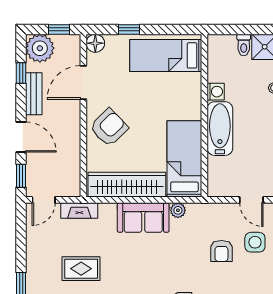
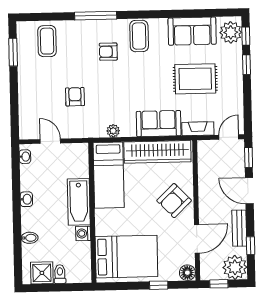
bed: (166, 55) -> (126, 257), width x1.50
sofa: (143, 218) -> (159, 124), moved
side table: (255, 242) -> (46, 105), removed
rug: (81, 269) -> (195, 79), width x1.36, depth x1.43

